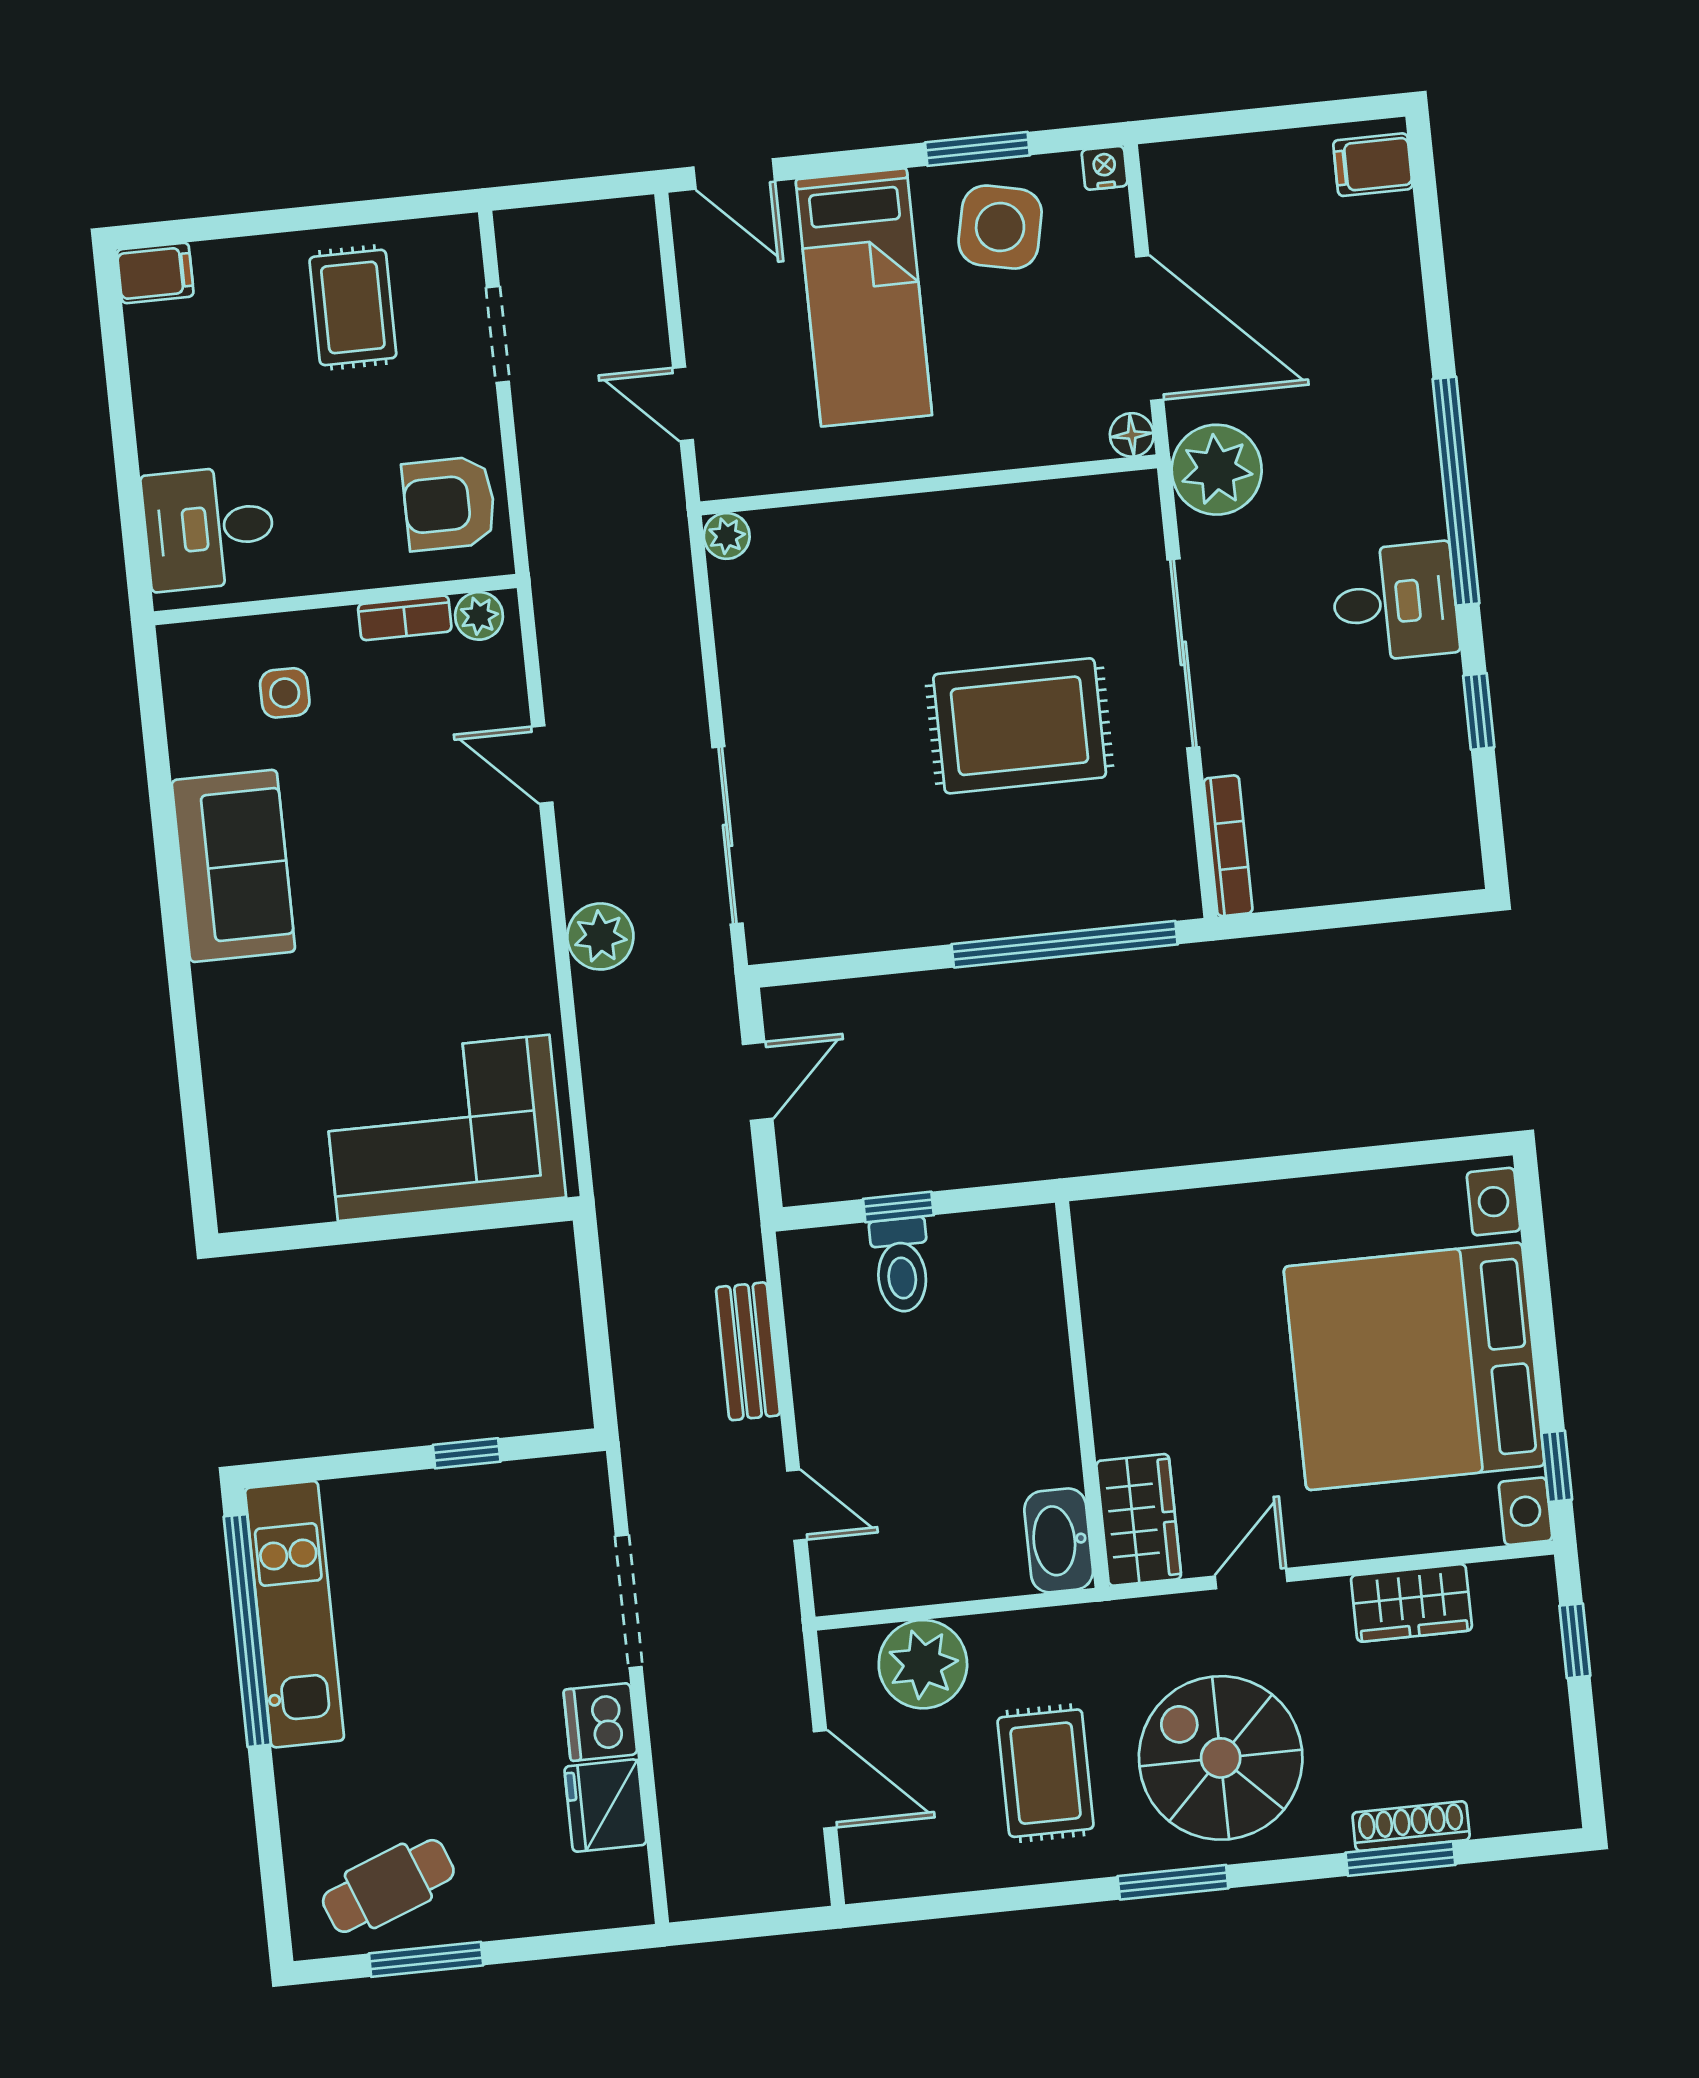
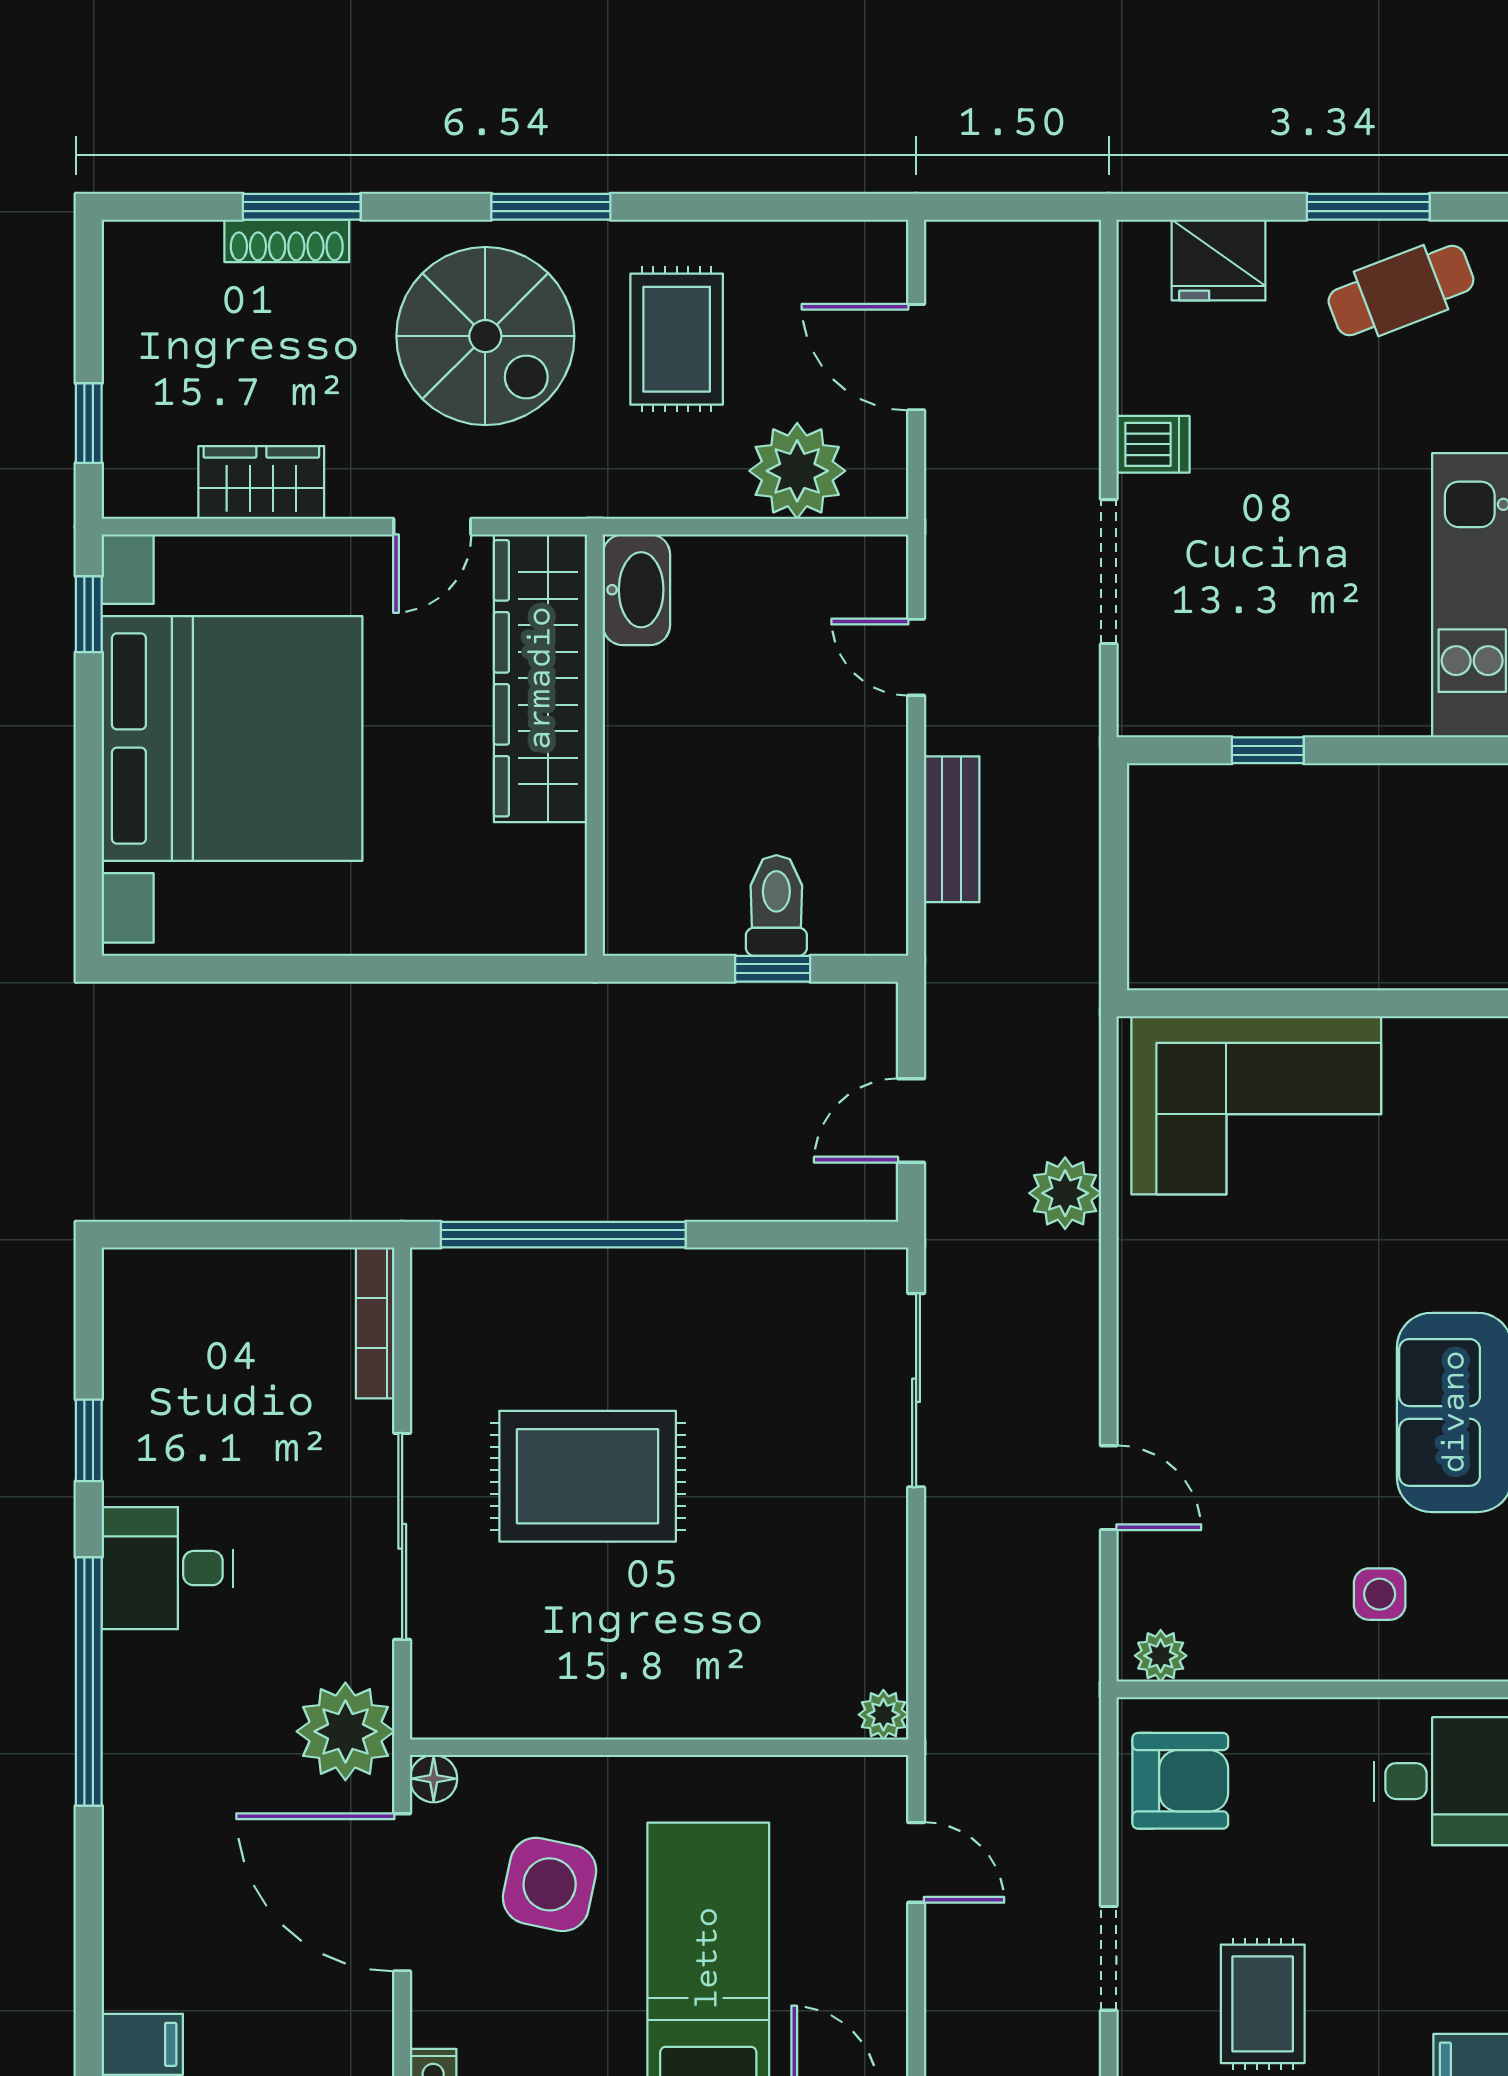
side table: (1000, 227) -> (550, 1884), moved
bookcase: (405, 618) -> (1241, 1662), removed
plant: (600, 936) -> (1065, 1193), moved
wardrobe: (1139, 1520) -> (541, 678), width x2.10, depth x1.17
dishwasher: (600, 1722) -> (1153, 444), width x0.73
fridge: (605, 1806) -> (1219, 260), moved, turned 90

